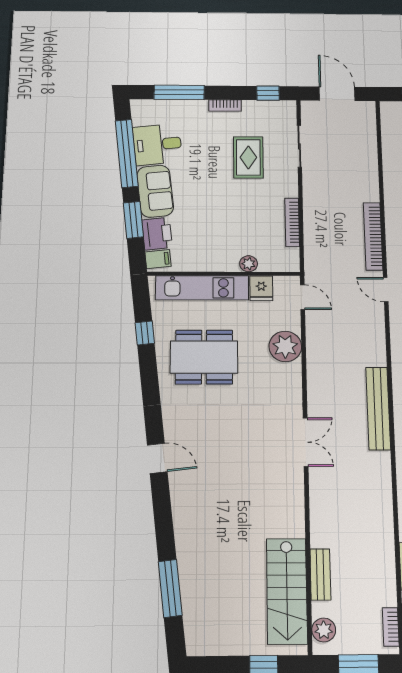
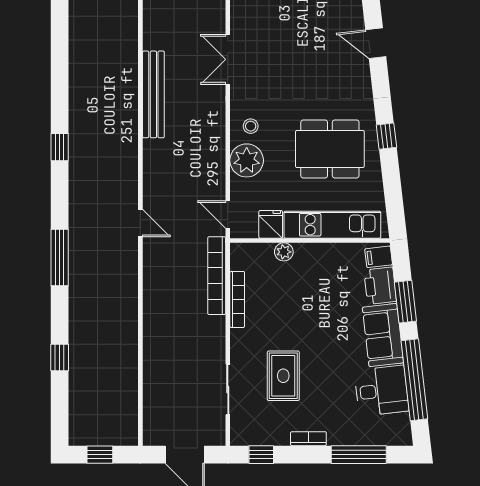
bookcase: (373, 236) -> (217, 276), moved, turned 180
window: (145, 333) -> (386, 136), moved
stool: (282, 378) -> (251, 126), added

